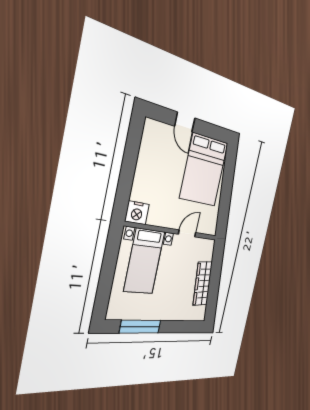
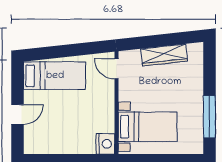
bed: (204, 170) -> (55, 76), width x0.67
door: (187, 233) -> (116, 69), moved

